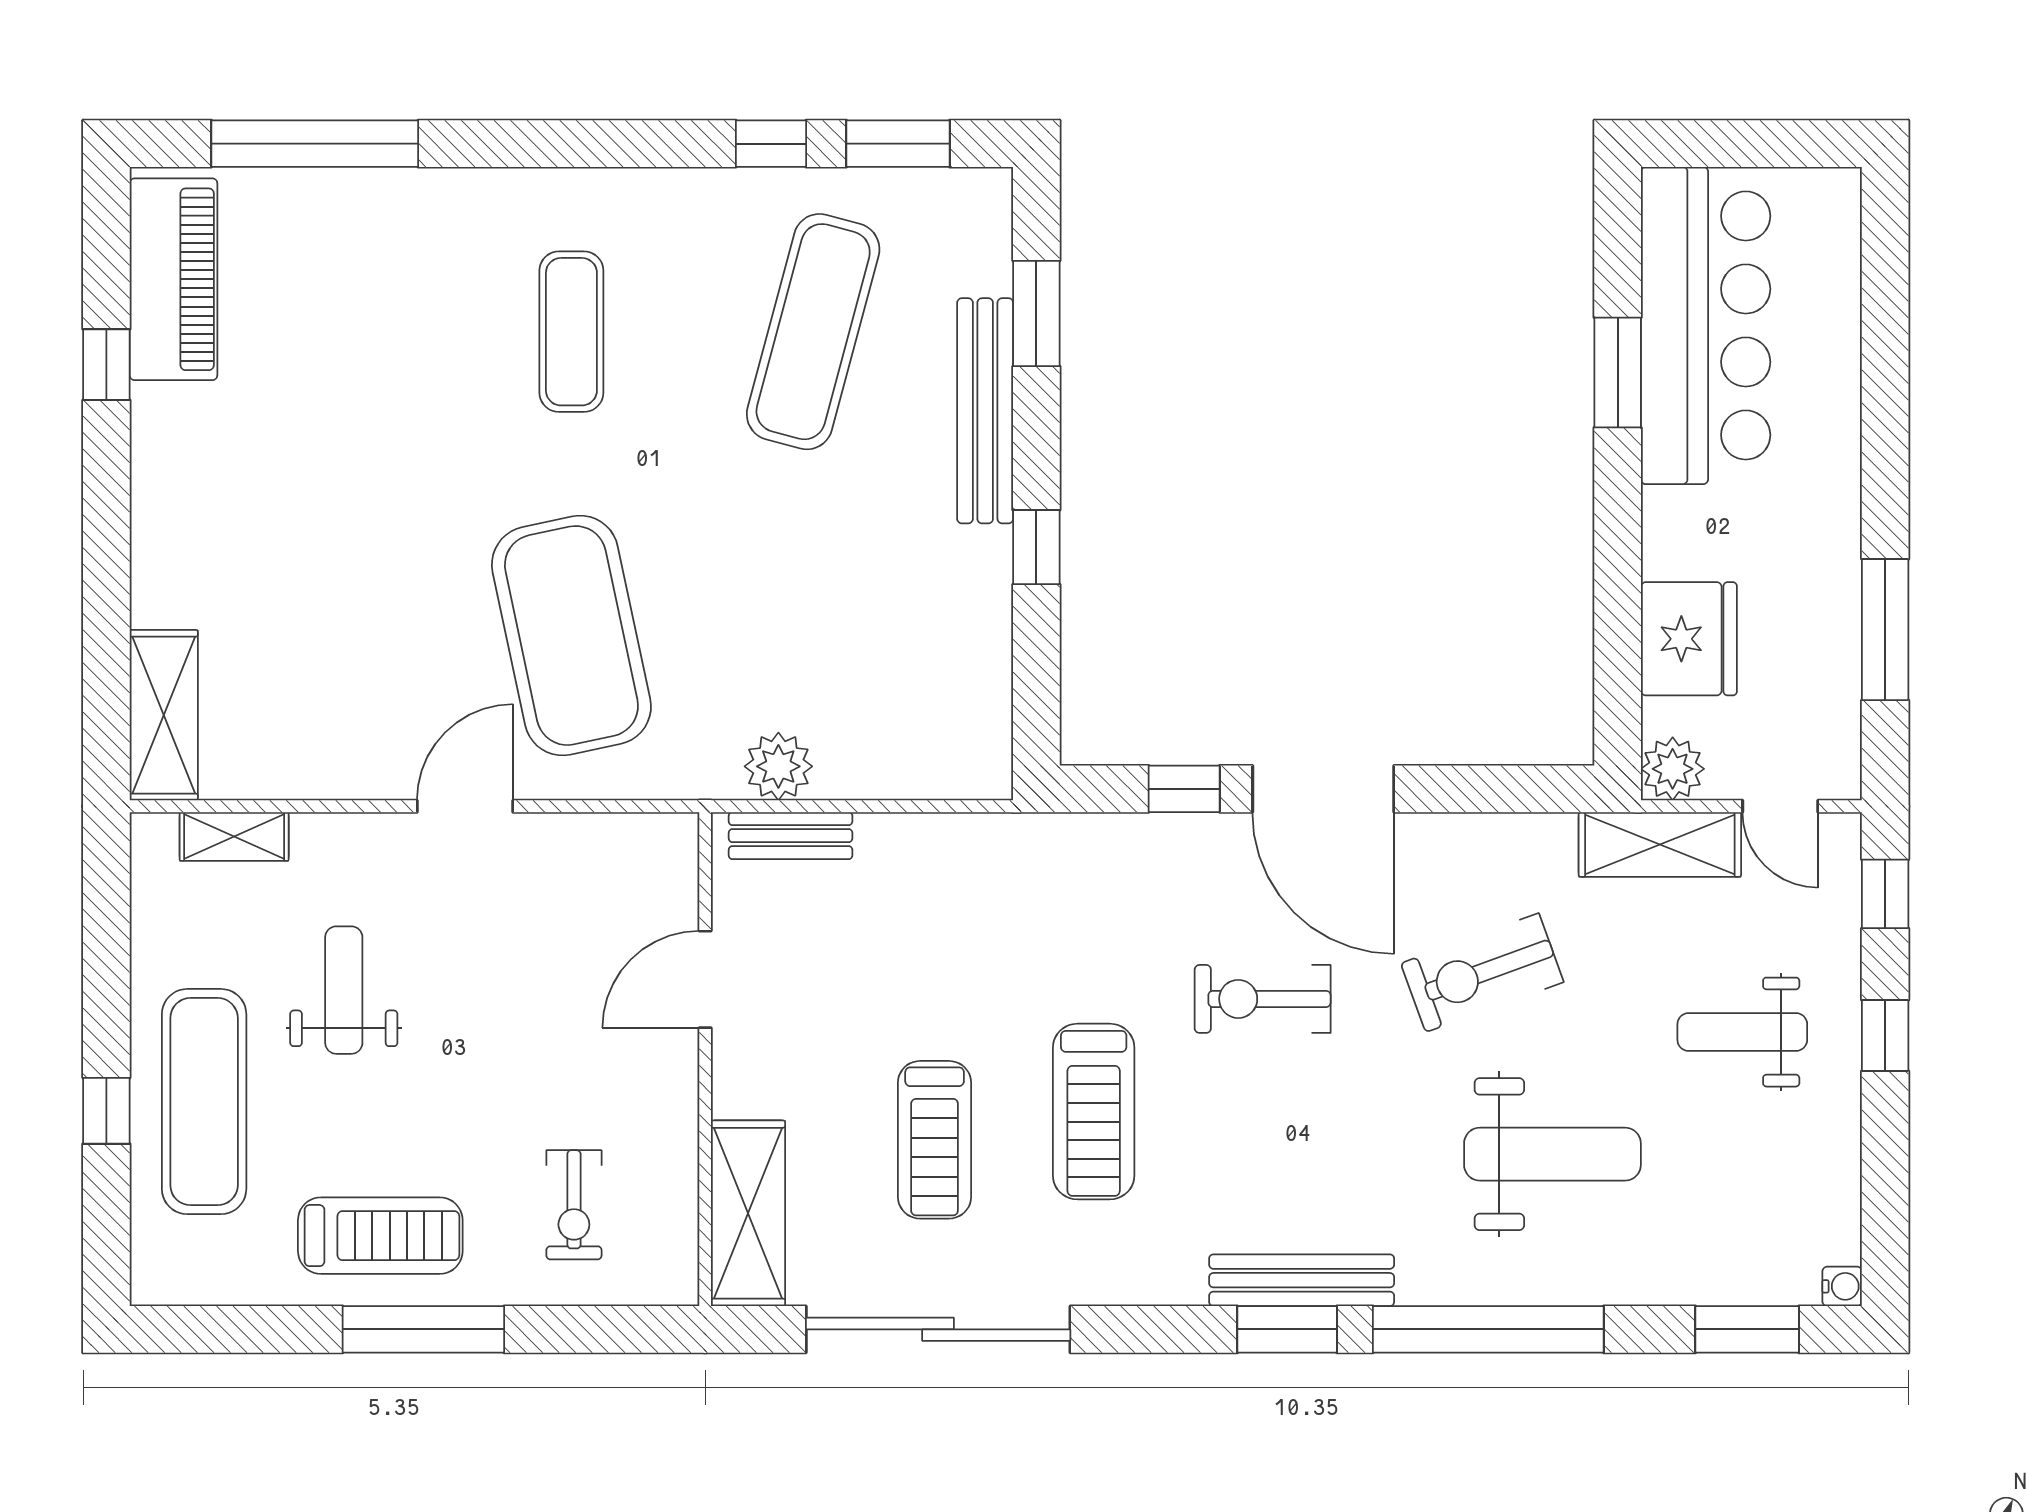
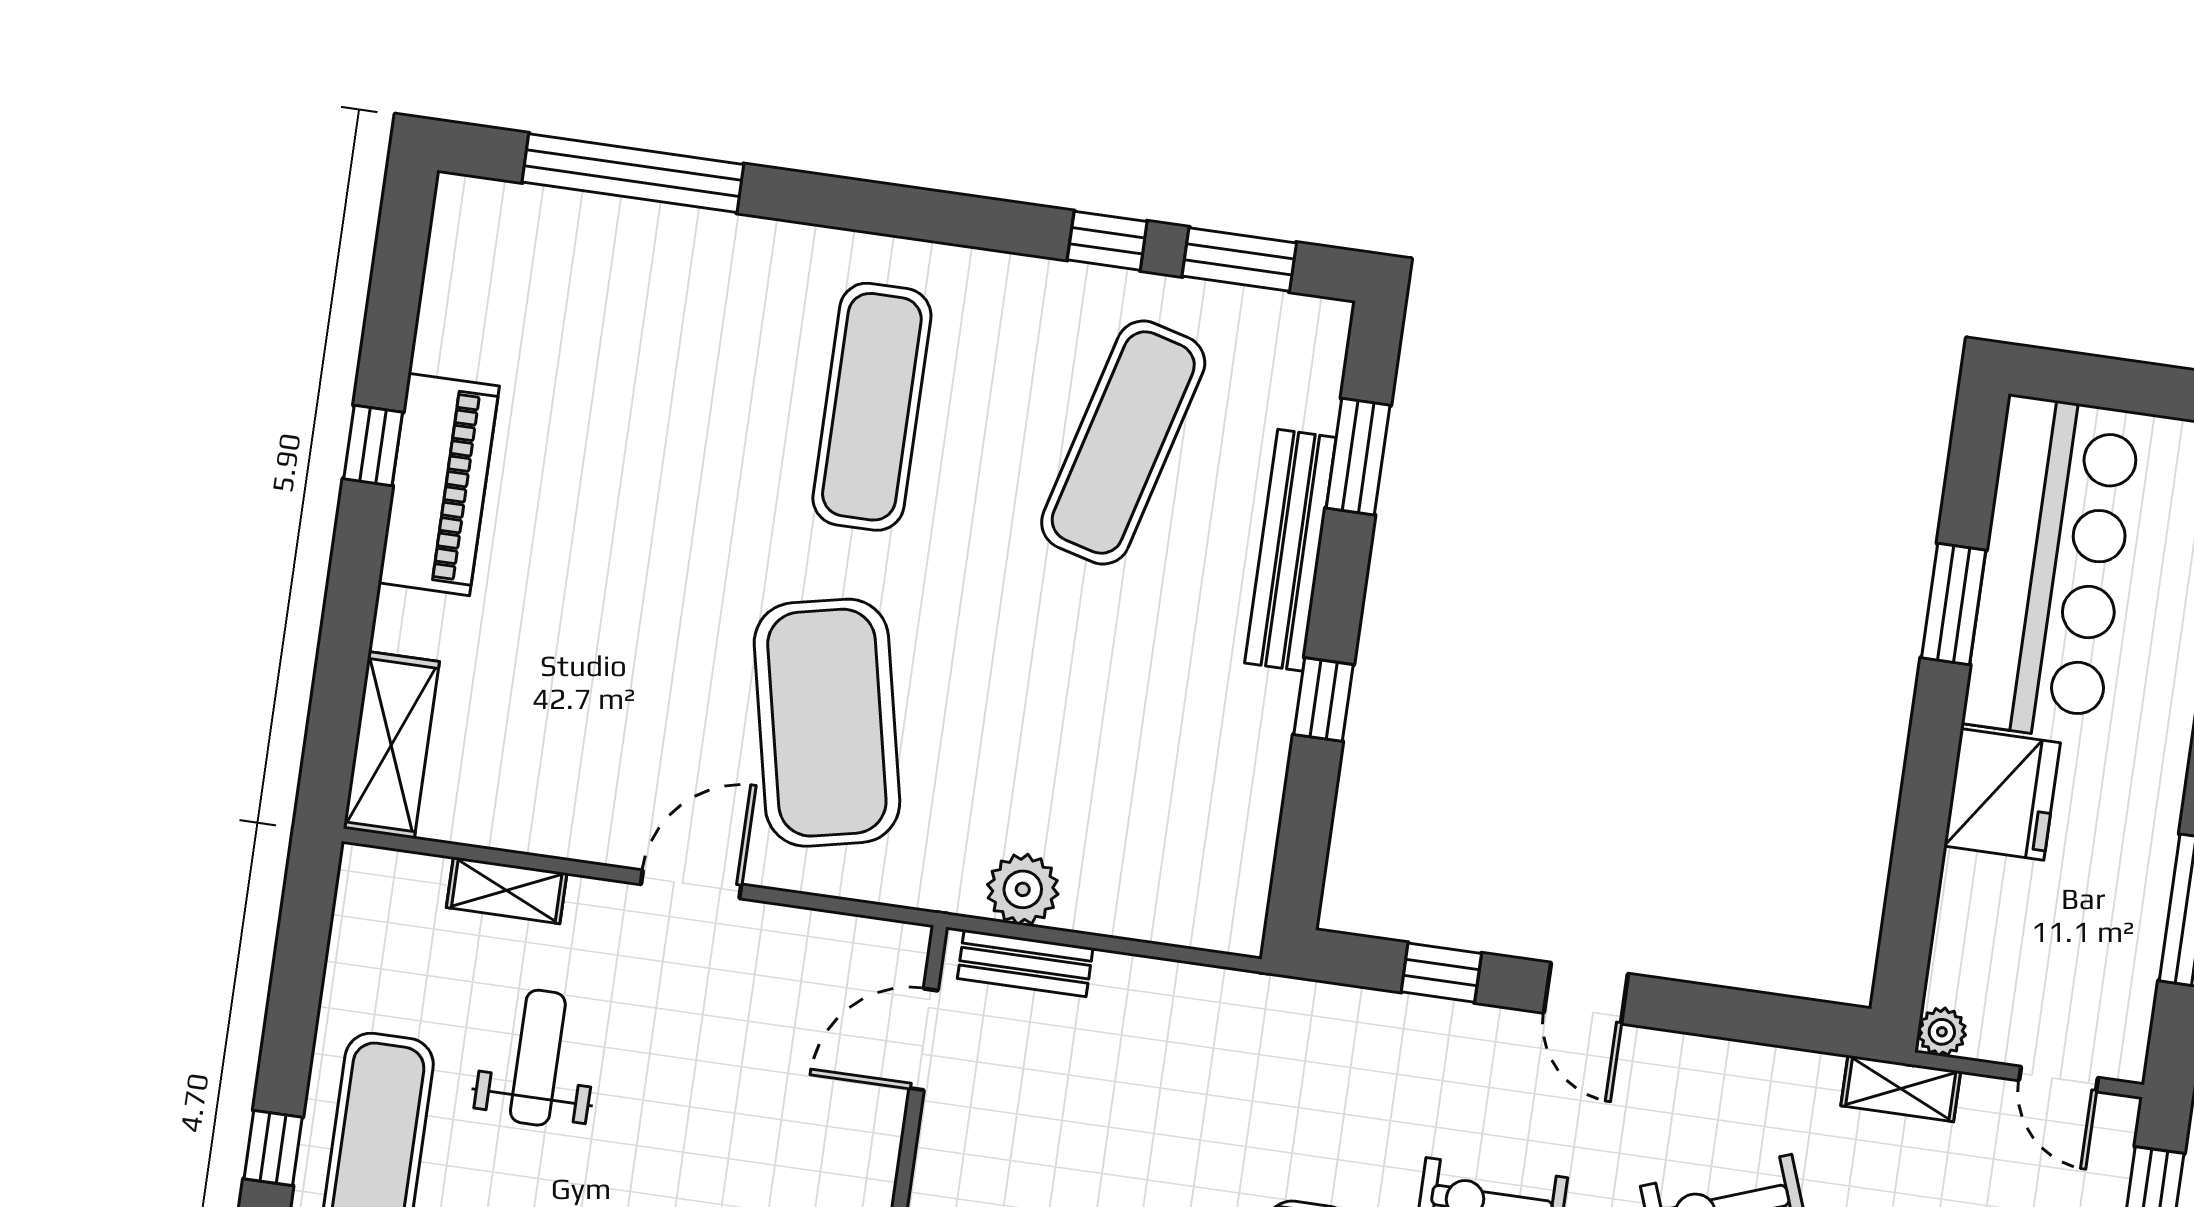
piano: (173, 279) -> (439, 484), moved
exercise mat: (571, 332) -> (872, 407), width x1.36, depth x1.45
window: (106, 365) -> (373, 446), moved
fridge: (1689, 639) -> (2002, 794), moved
plant: (1673, 769) -> (1942, 1032), width x0.73, depth x0.73
door: (1323, 789) -> (1586, 993), width x0.53
shelving: (234, 836) -> (507, 890), moved
shelving: (1660, 844) -> (1901, 1089), width x0.67, depth x0.75
door: (705, 979) -> (924, 1039), moved

